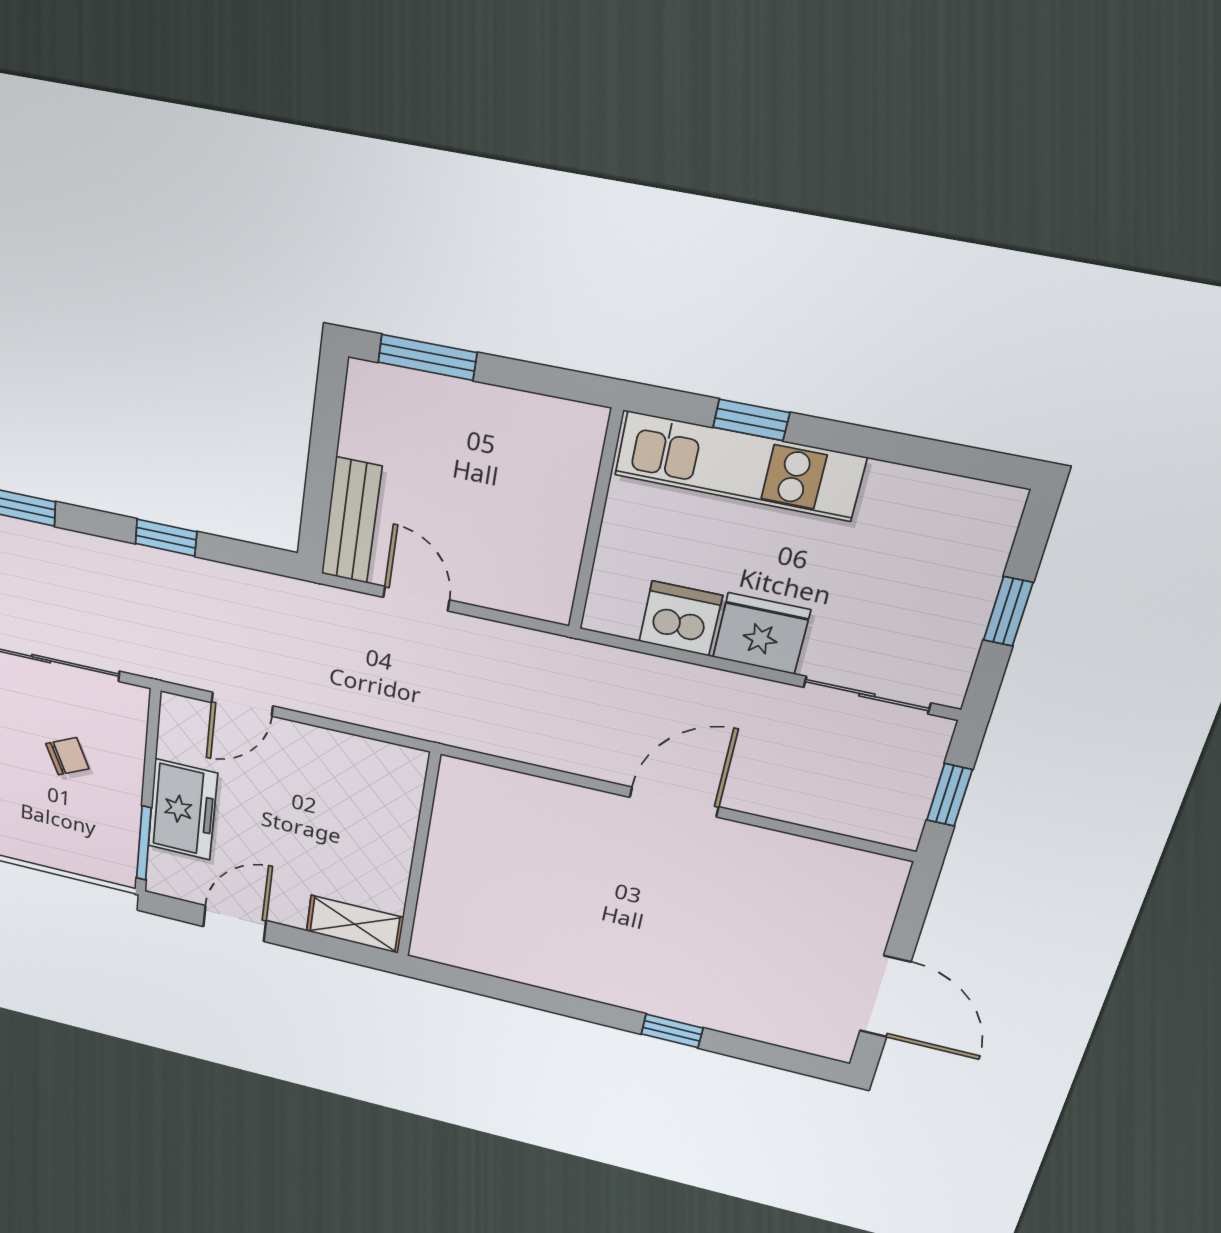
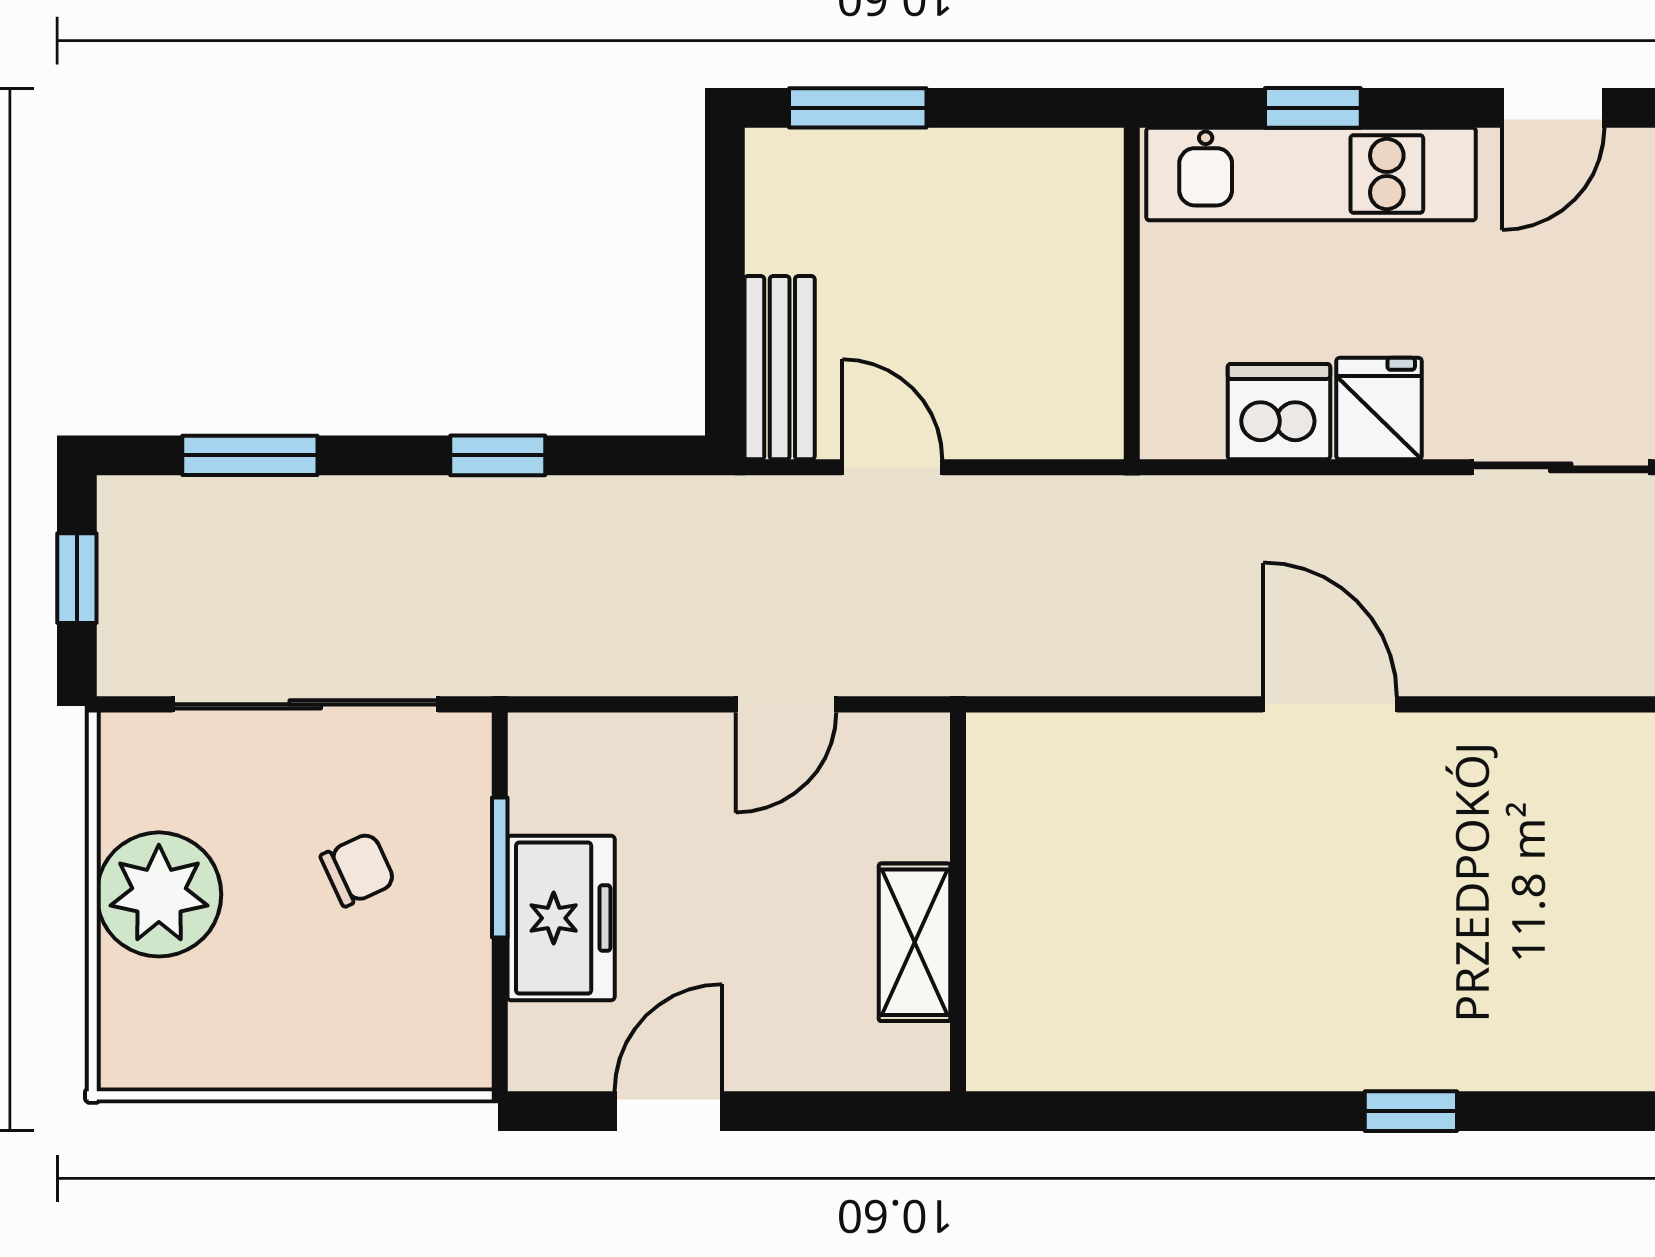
door: (929, 454) -> (1553, 108), added
fridge: (761, 634) -> (1379, 409), width x0.72
door: (242, 704) -> (786, 704), moved
door: (674, 802) -> (1330, 704), hinge flipped
window: (144, 843) -> (500, 867), moved
shelving: (355, 924) -> (914, 942), moved, turned 90

